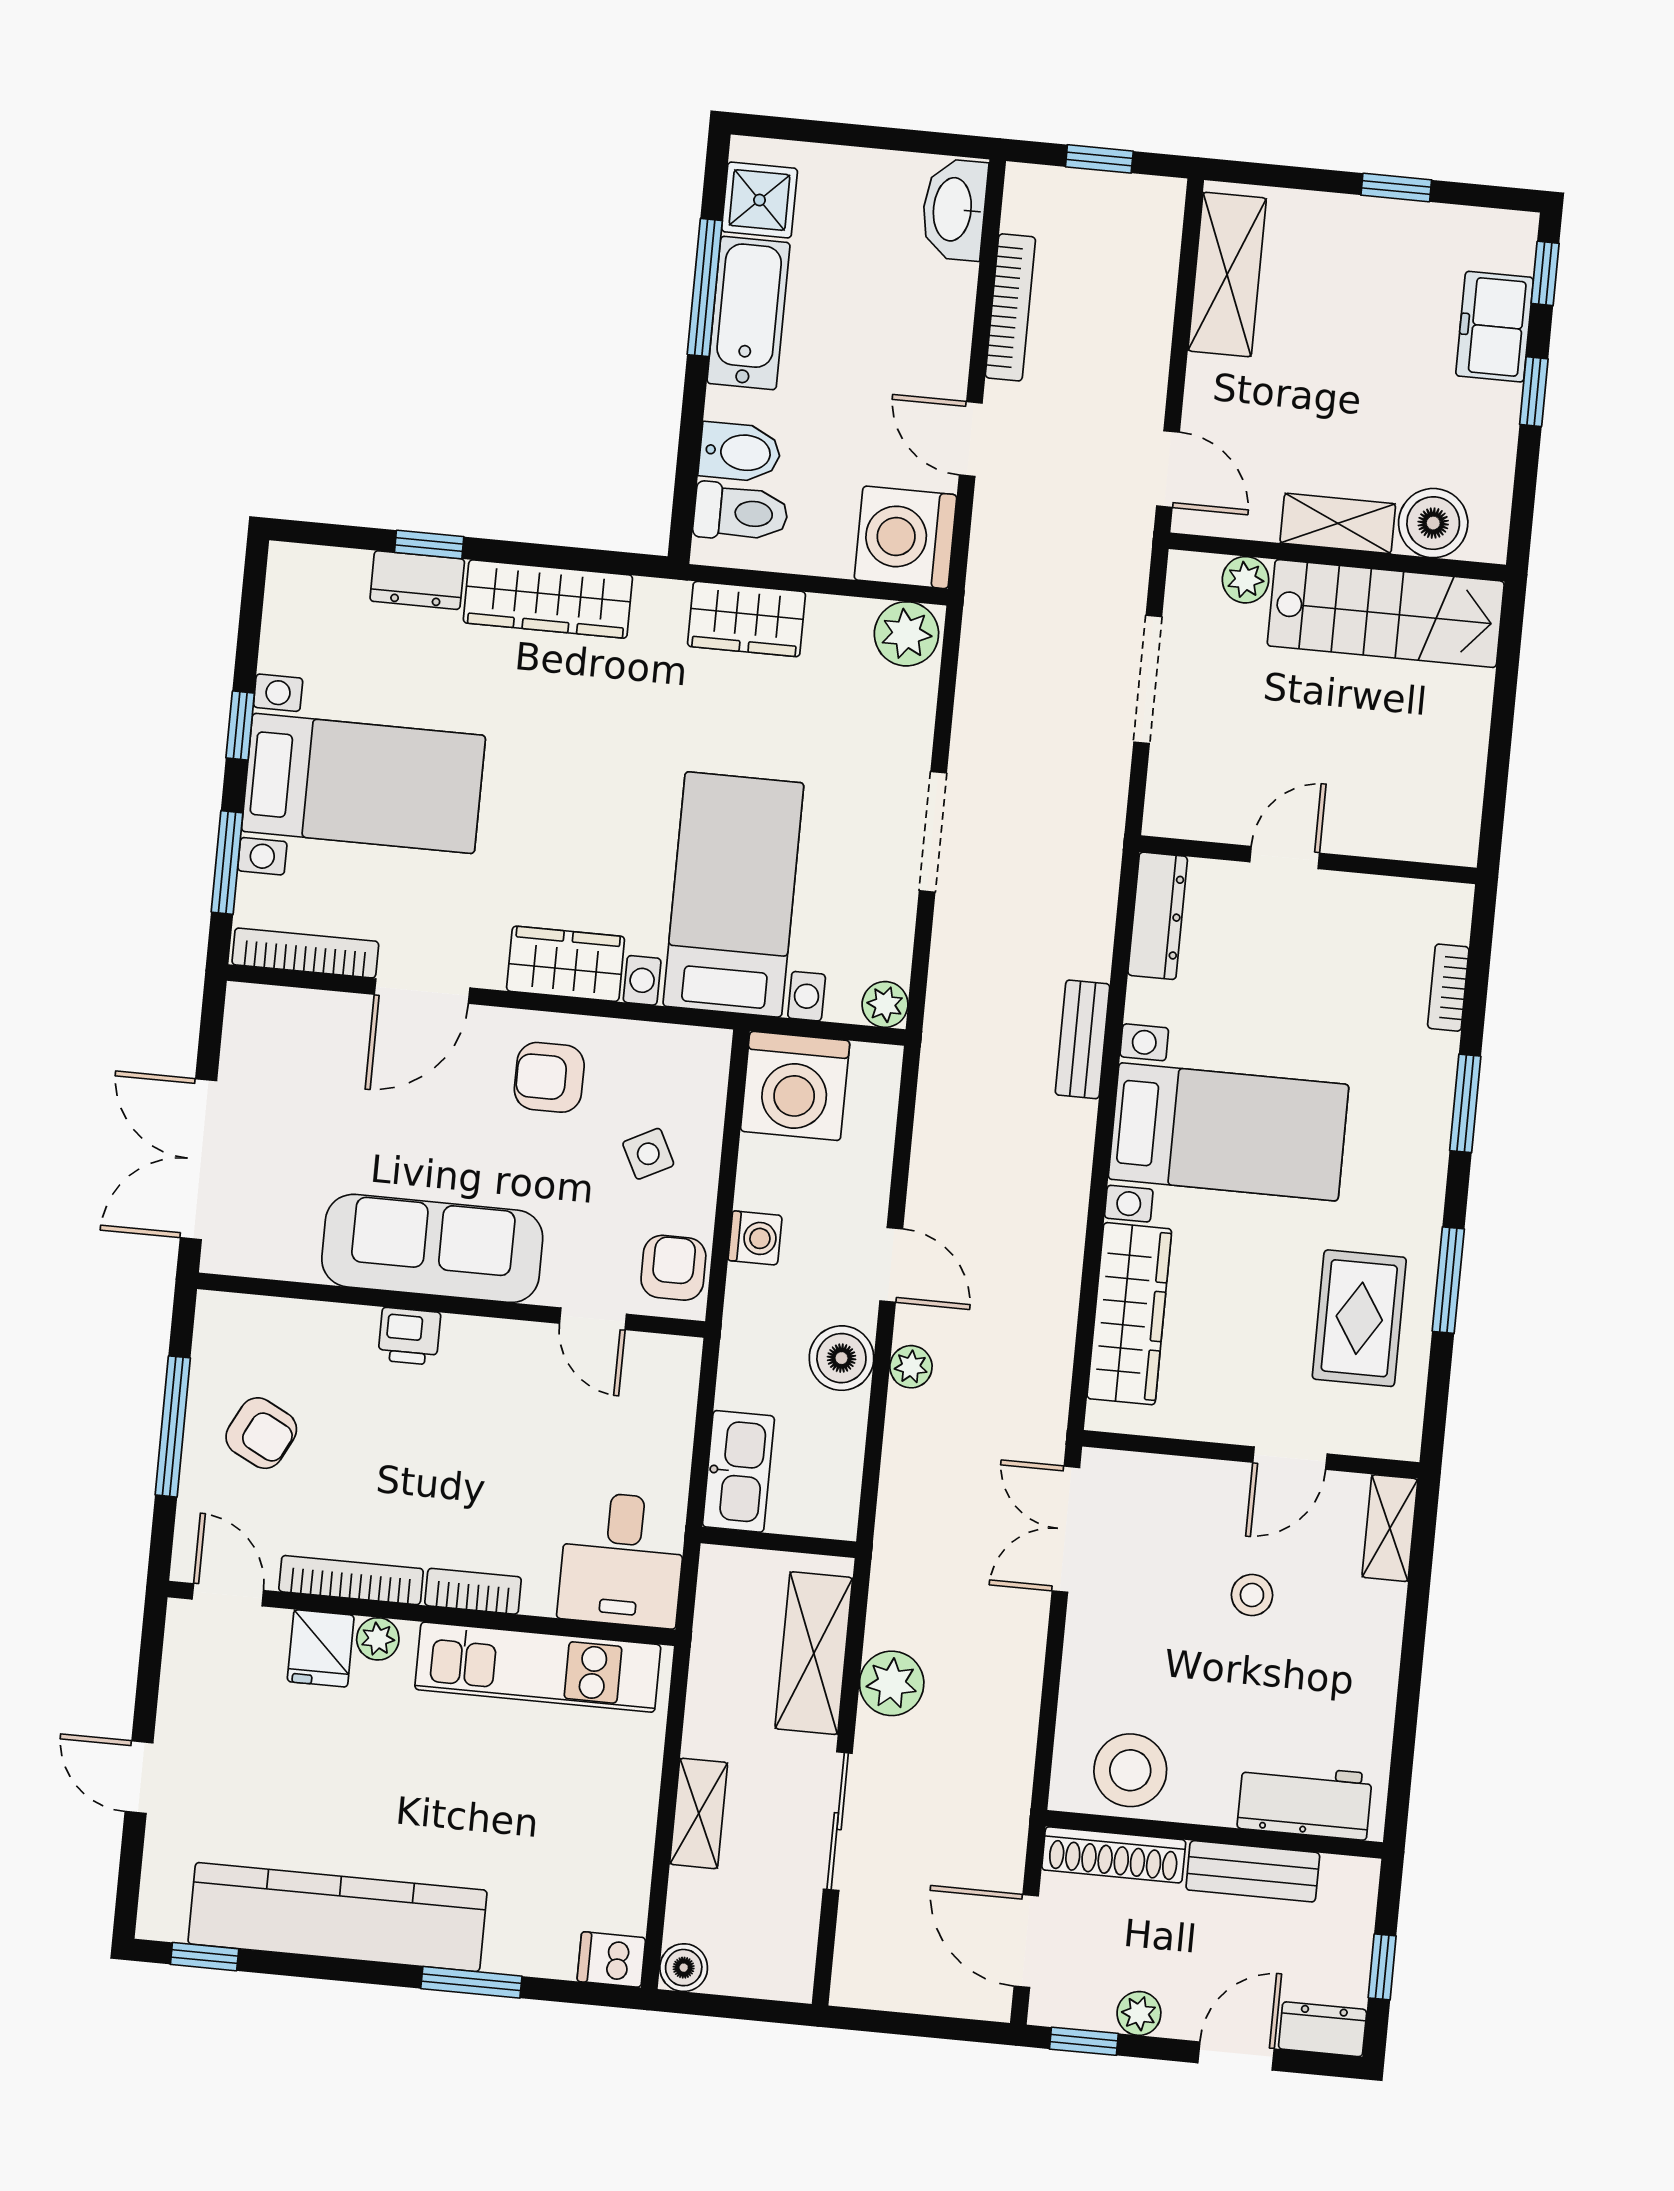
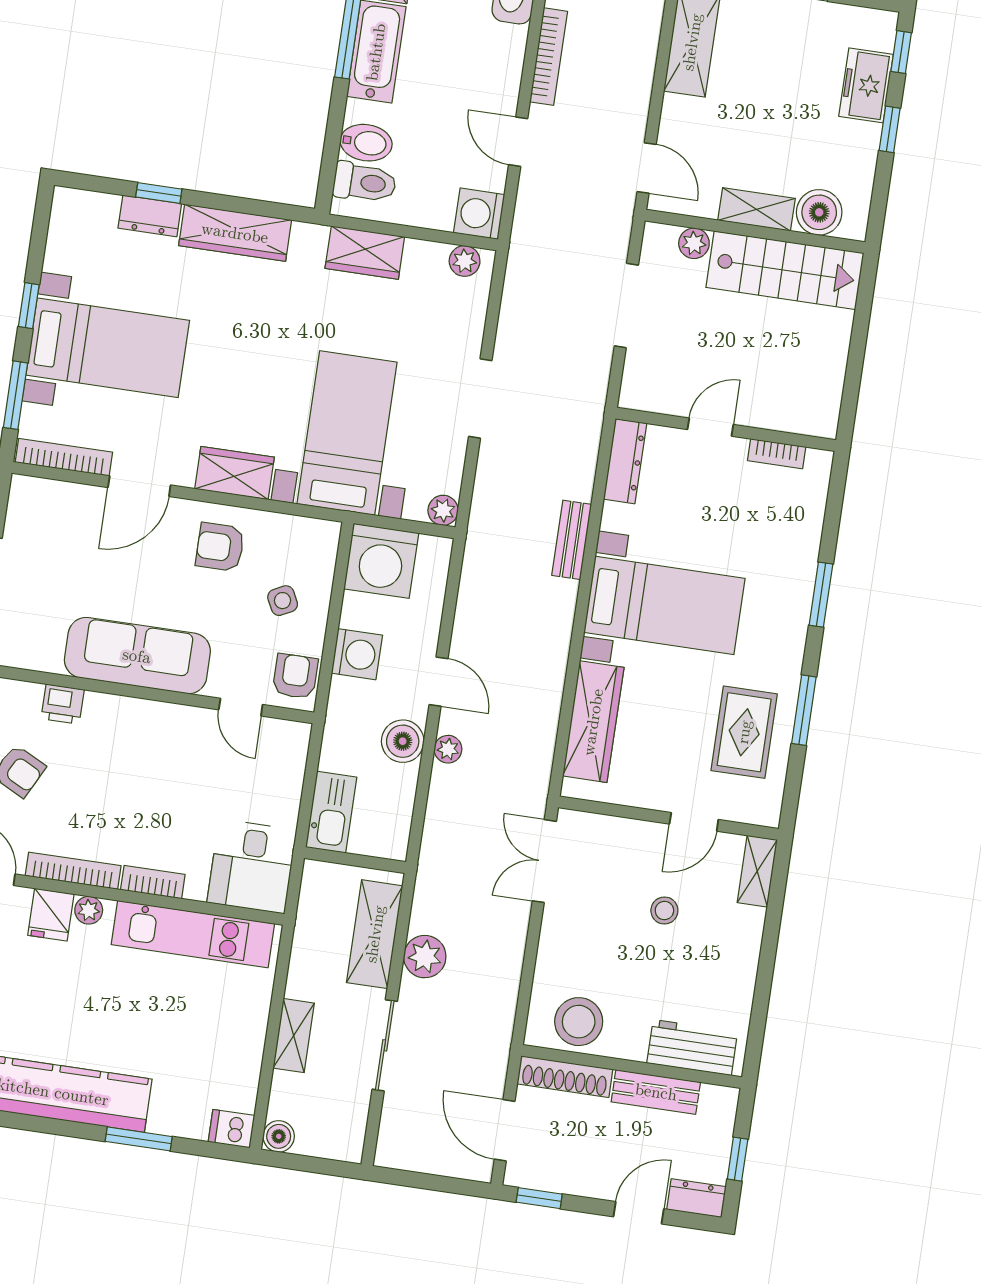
washing machine: (906, 537) -> (479, 214), width x0.73, depth x0.73
plant: (906, 634) -> (465, 261), width x0.73, depth x0.73
bookcase: (1448, 988) -> (777, 454), moved, turned -90
washing machine: (755, 1238) -> (357, 654), width x1.38, depth x1.38
printer: (409, 1336) -> (63, 704), moved
plant: (1139, 2013) -> (576, 1182), removed

